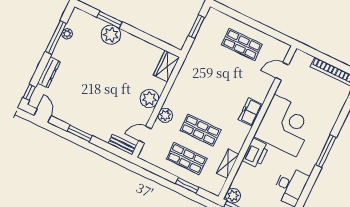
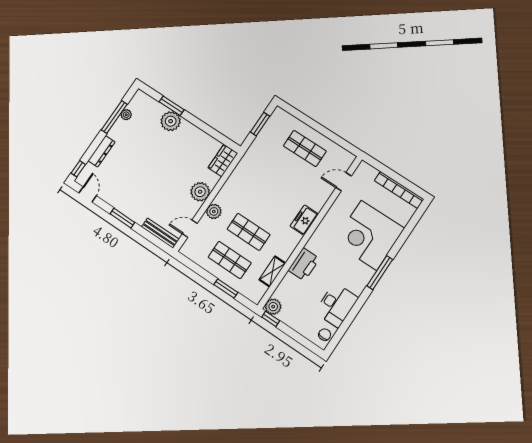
corner desk: (285, 126) -> (369, 235), moved, turned 180
bench: (122, 145) -> (160, 233), width x1.36

